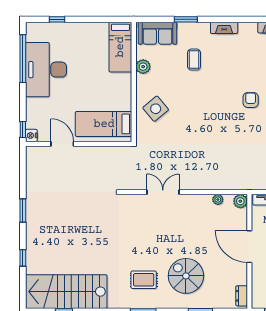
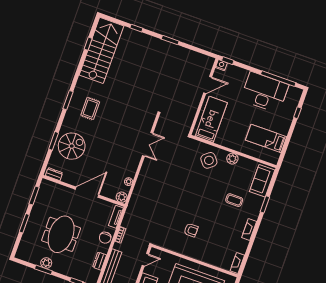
bed: (120, 47) -> (266, 138), moved
plant: (143, 67) -> (232, 159), moved
spiral stairs: (186, 276) -> (72, 146), moved

